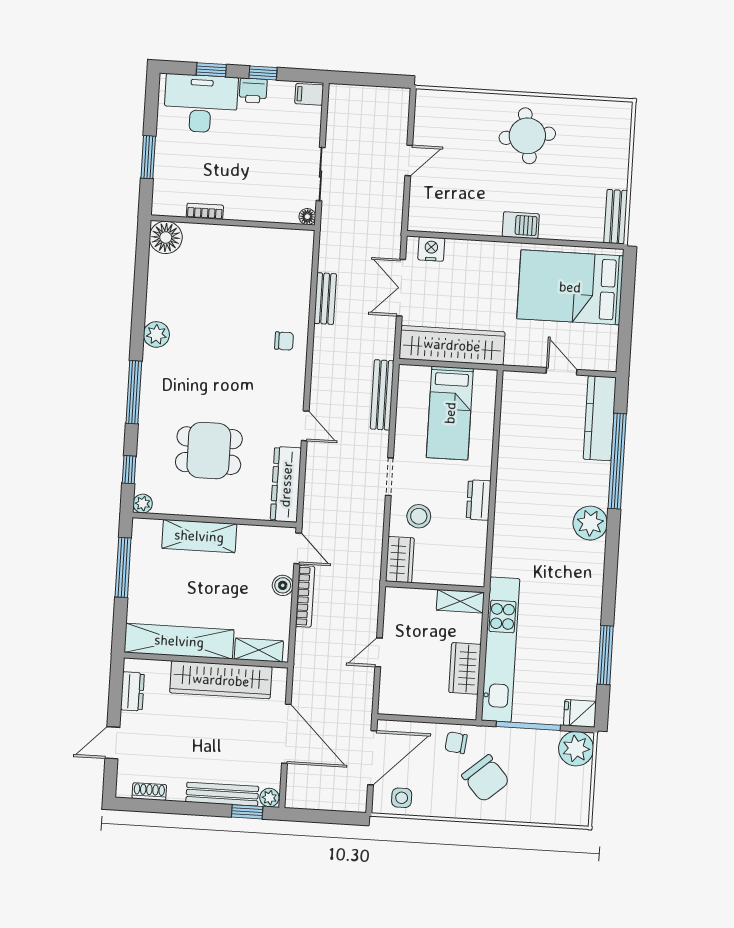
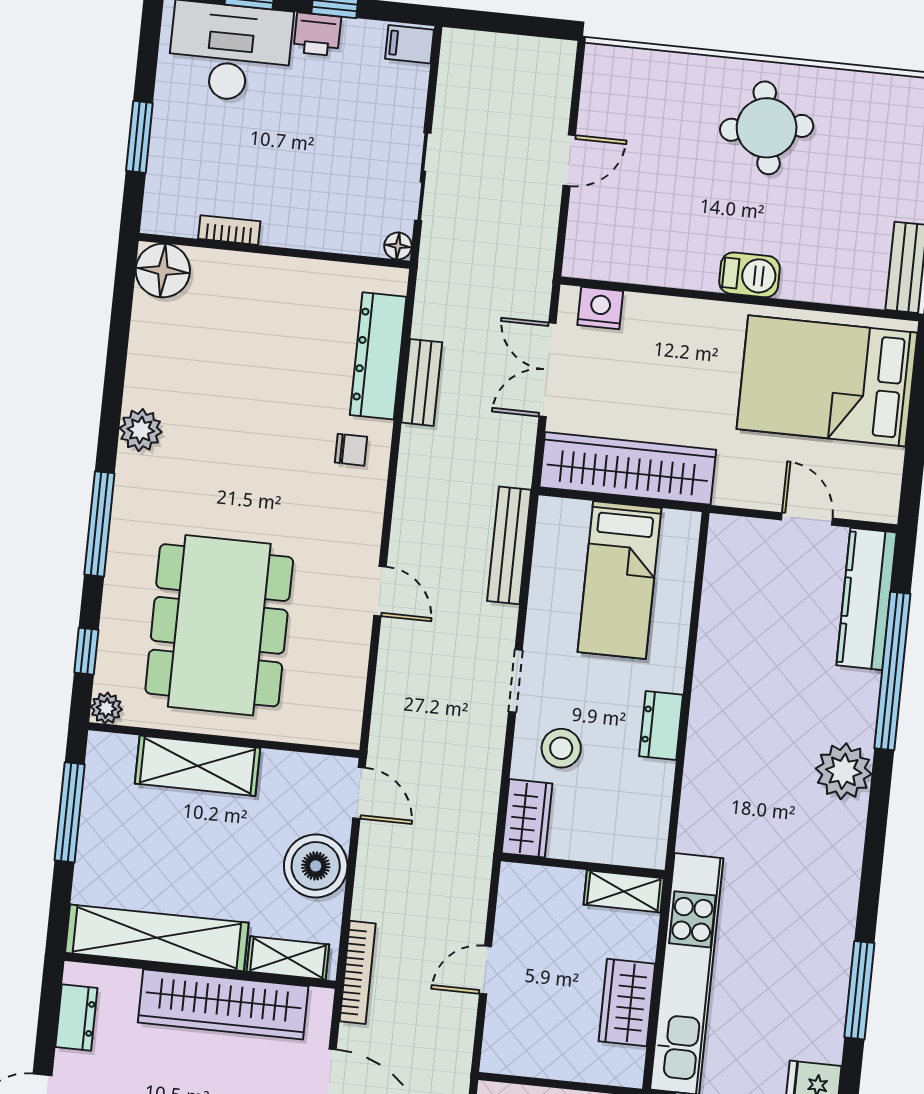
dining table: (209, 451) -> (219, 625), width x1.88, depth x1.24
dresser: (286, 484) -> (378, 356), moved
boiler: (283, 585) -> (316, 866), width x1.86, depth x1.86
bookcase: (305, 596) -> (358, 972), moved

